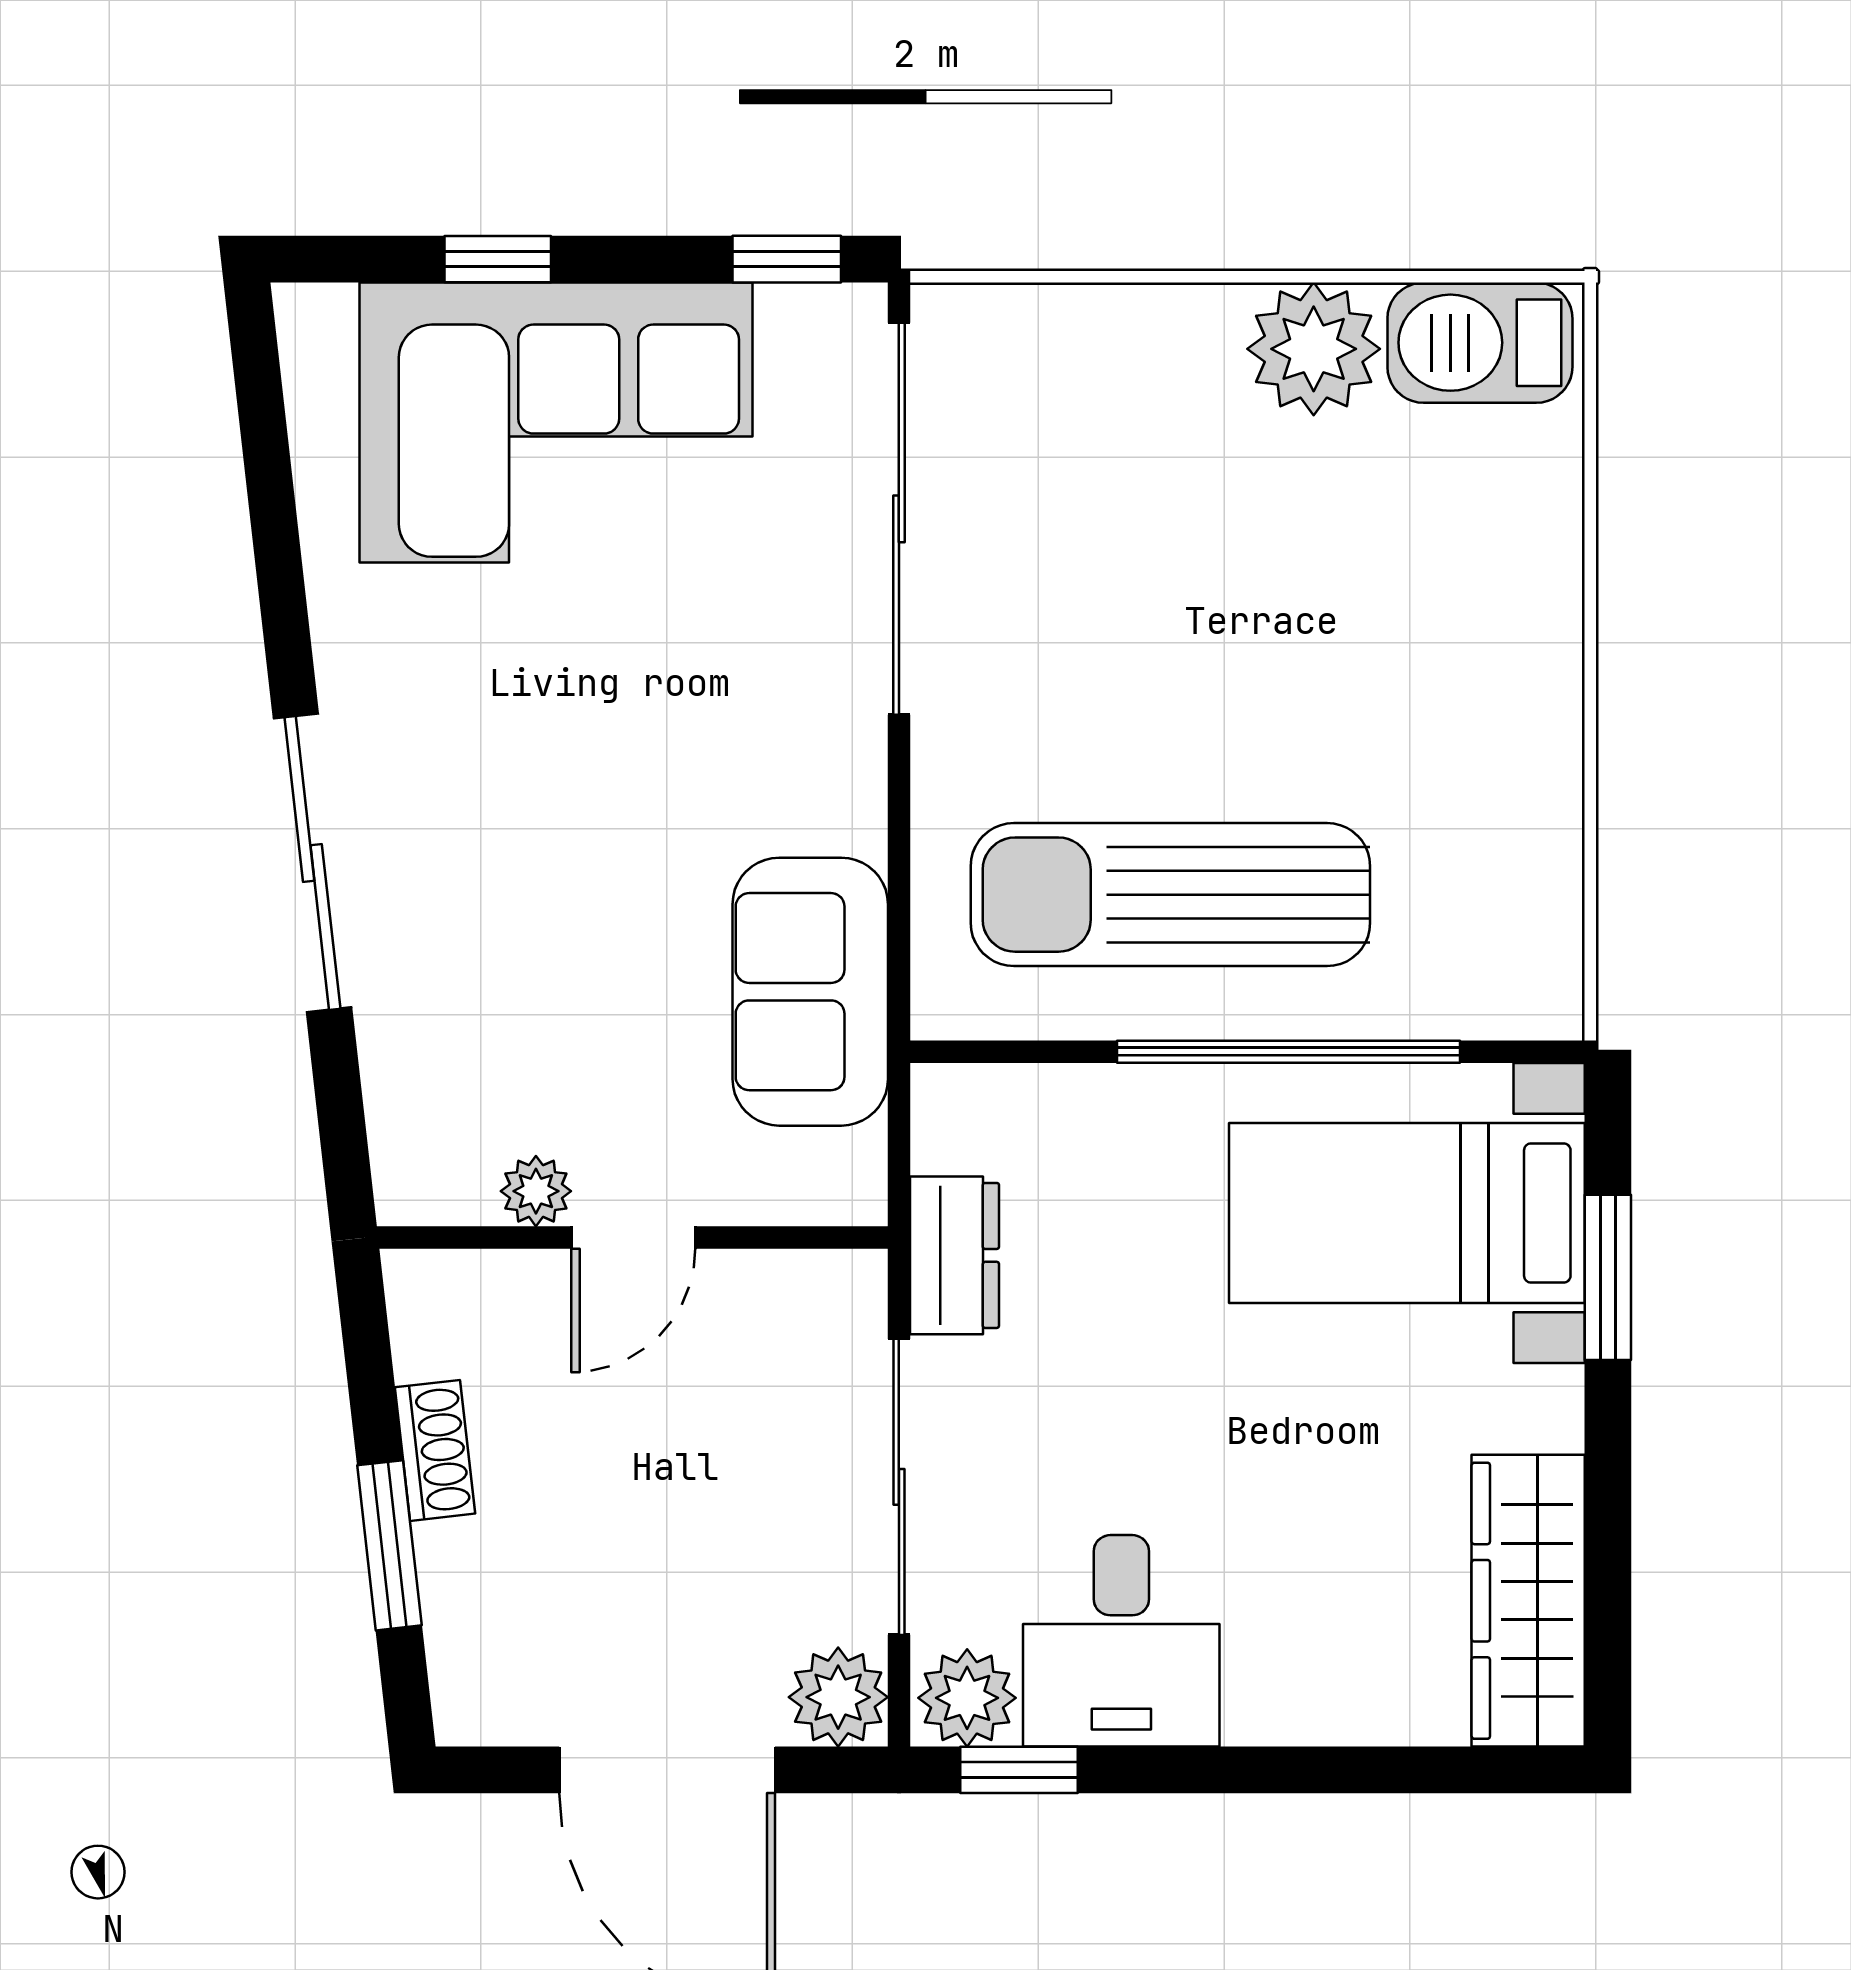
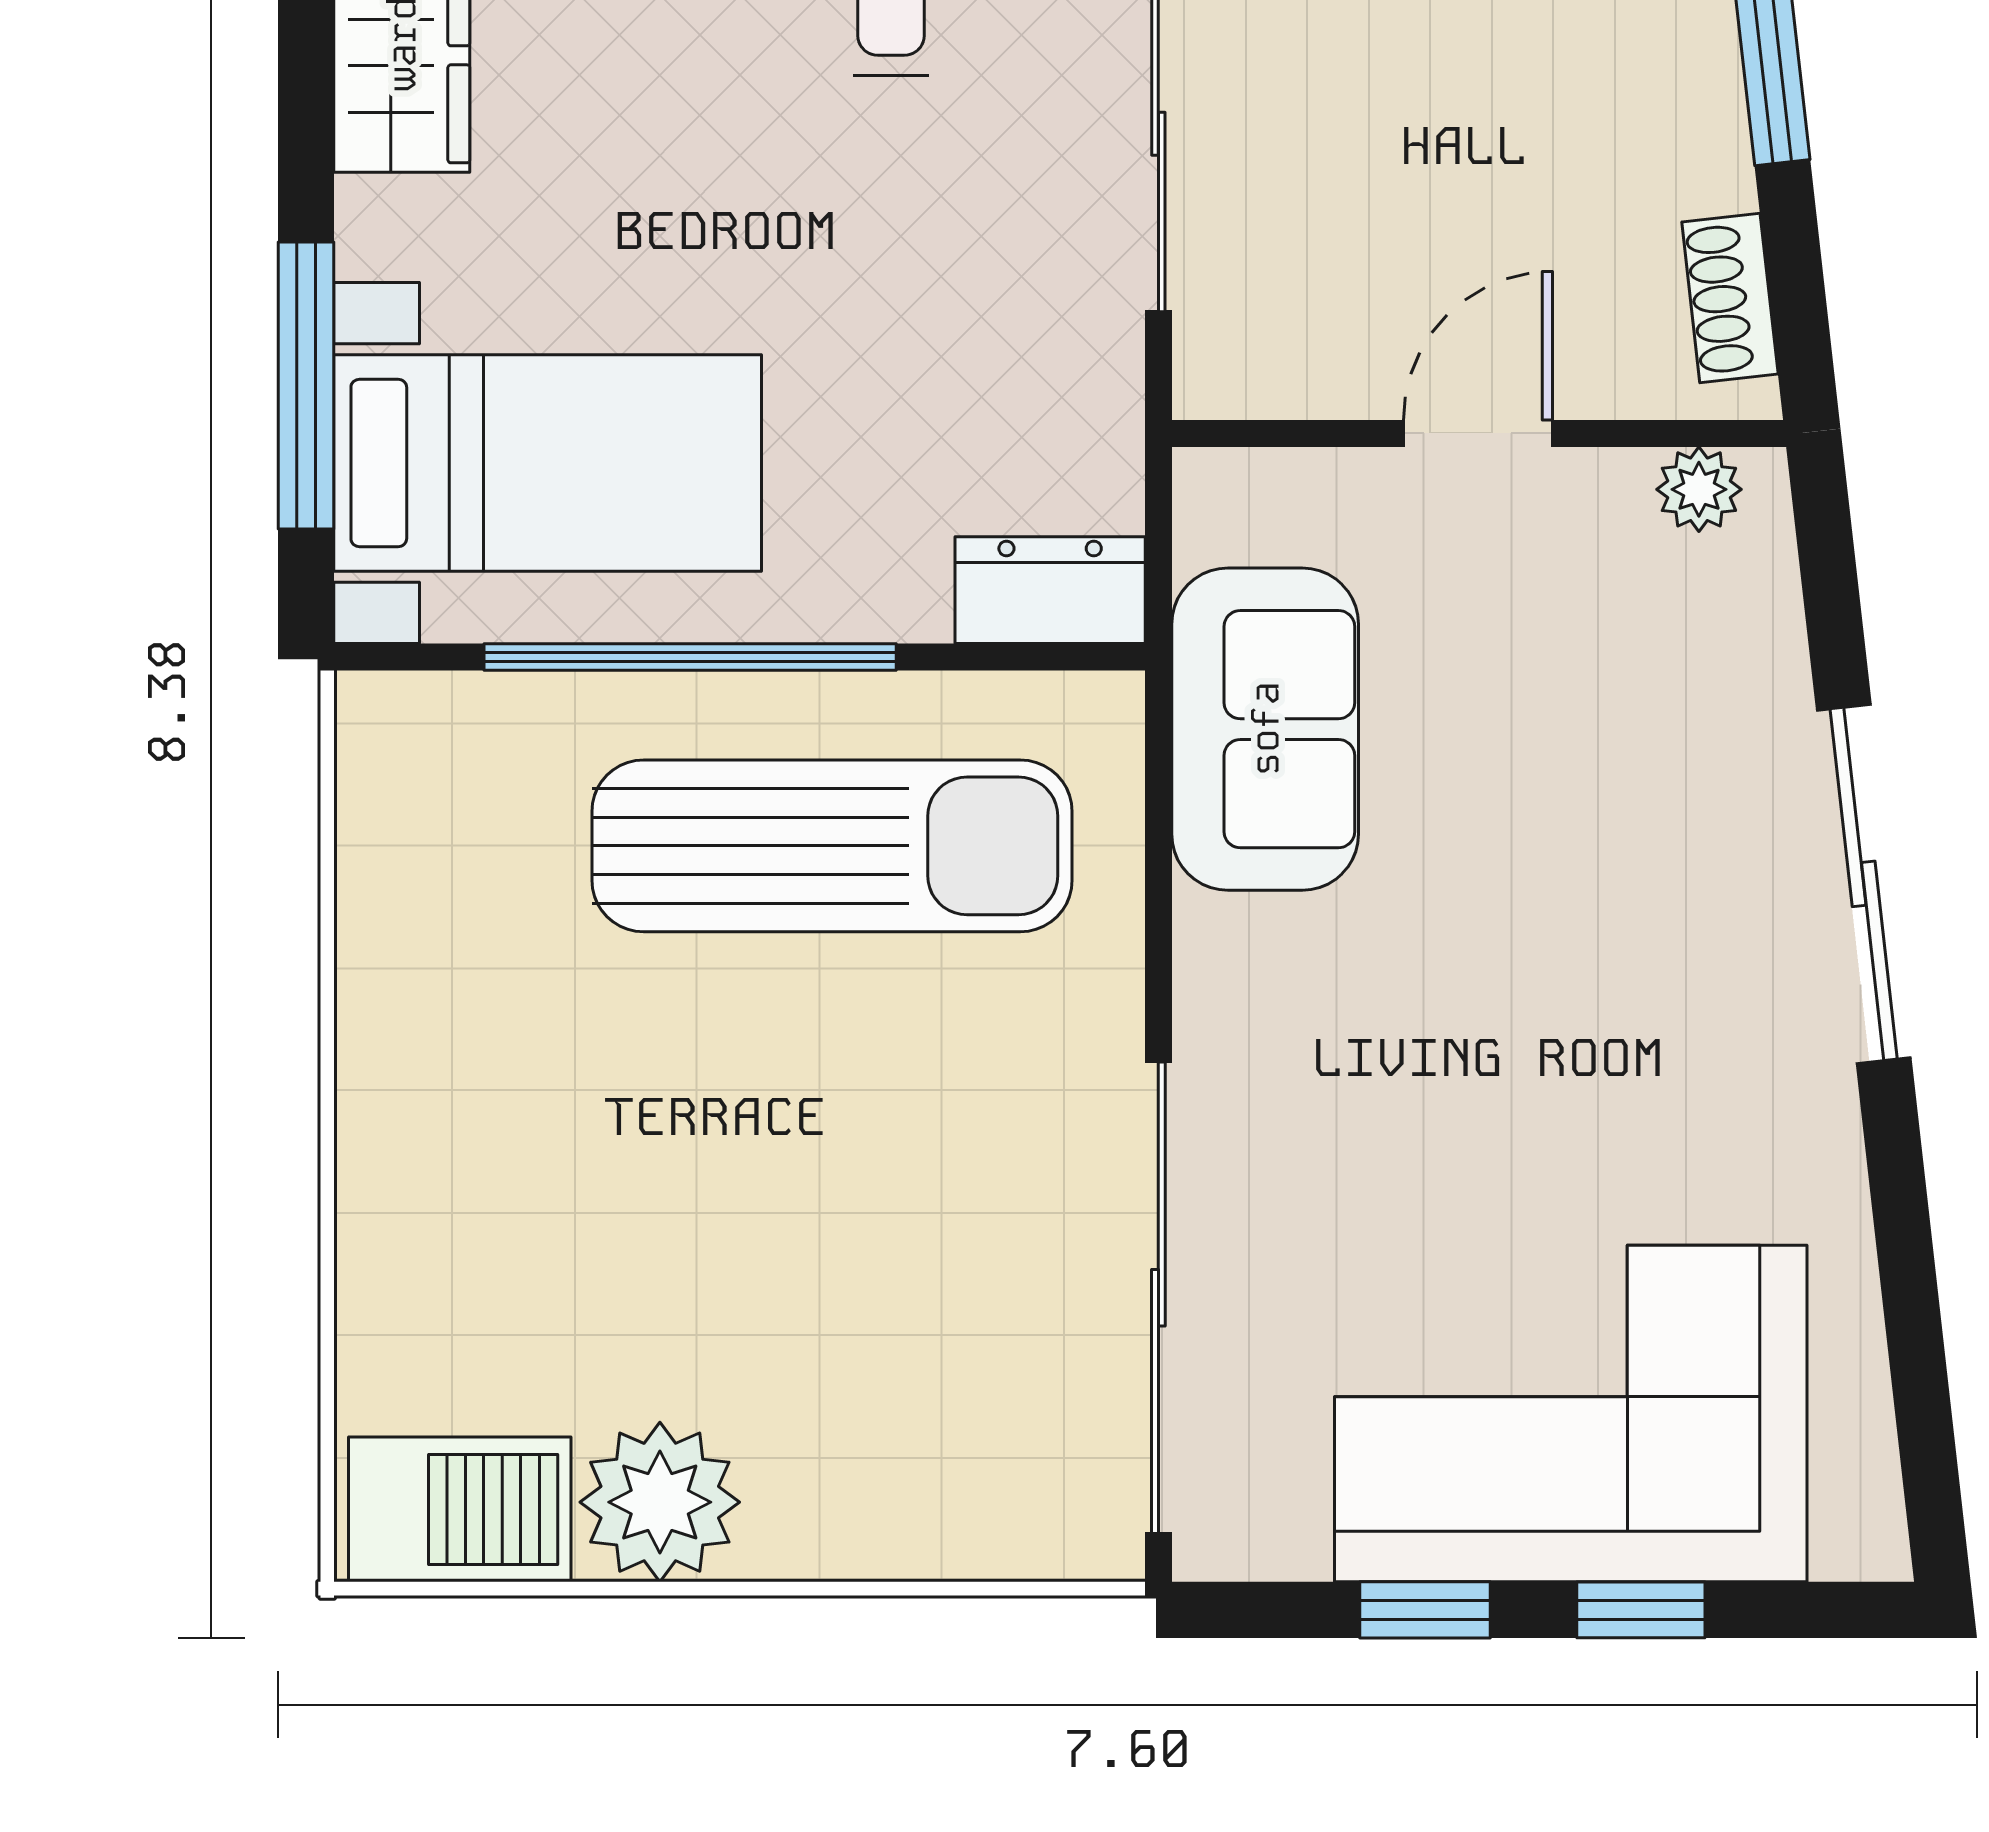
window: (787, 259) -> (1425, 1610), moved
plant: (536, 1191) -> (1699, 489), moved
dresser: (954, 1255) -> (1050, 590), moved, turned 90
window: (1608, 1277) -> (306, 385), width x1.44
shoe rack: (435, 1450) -> (1730, 298), moved

